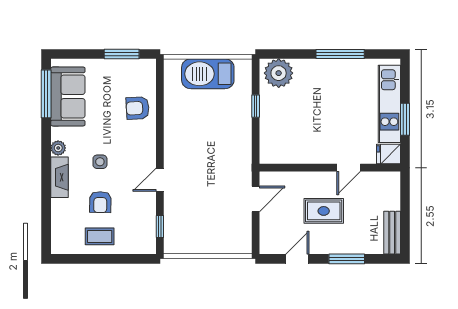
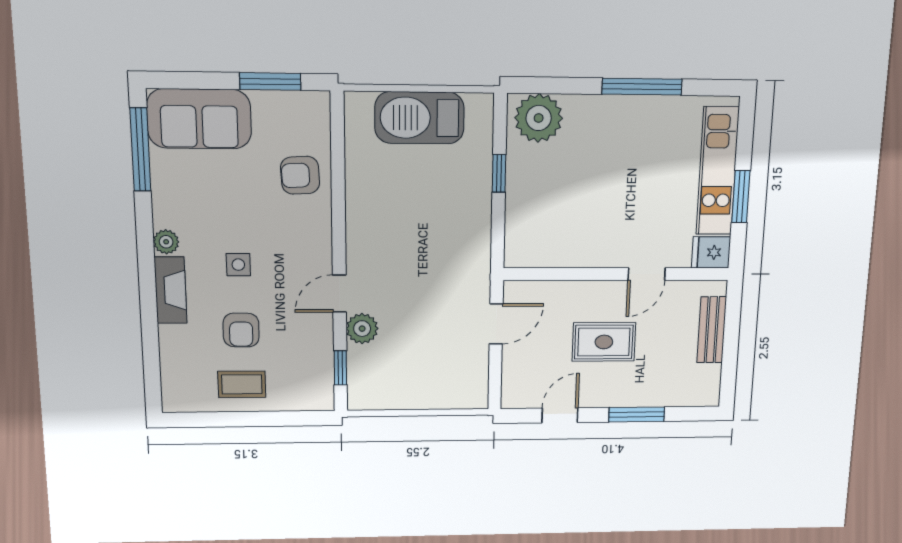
sofa: (68, 96) -> (199, 119), moved, turned 90
plant: (173, 202) -> (362, 329), added
bench: (392, 233) -> (712, 330), moved

